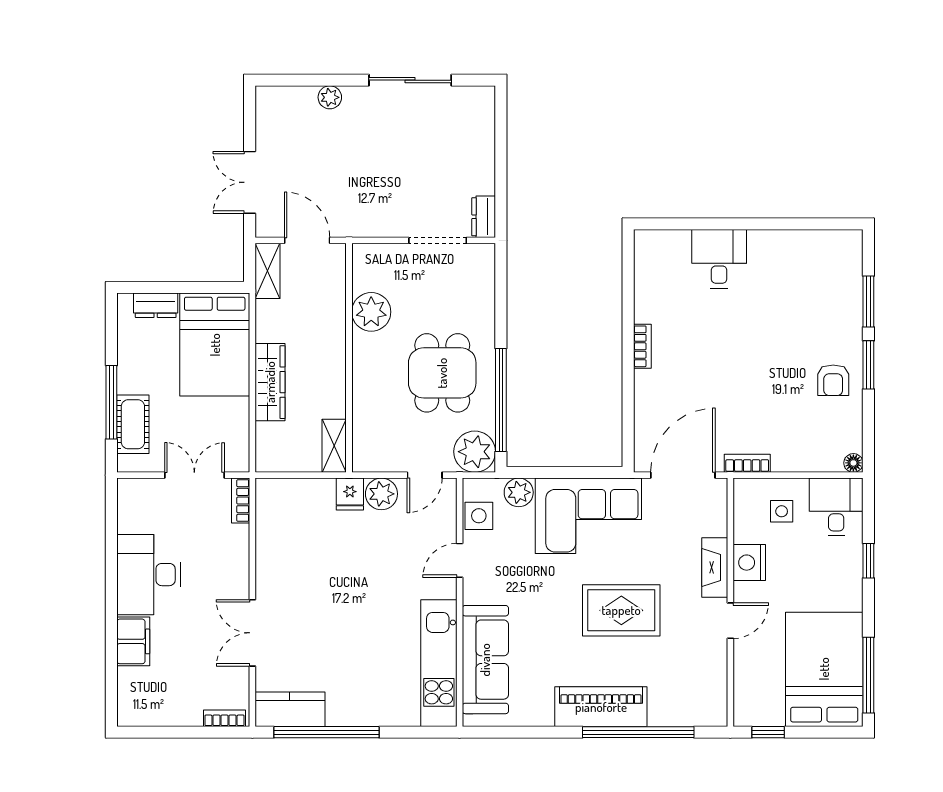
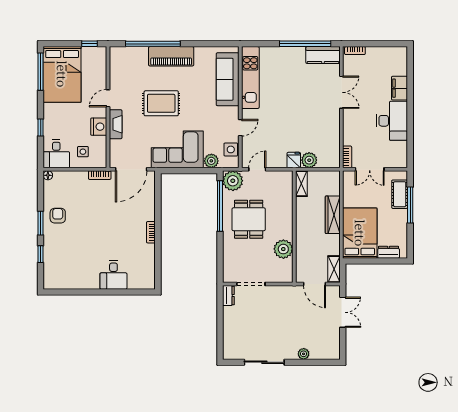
window: (868, 301) -> (41, 254), width x0.67
plant: (381, 494) -> (309, 160), moved

